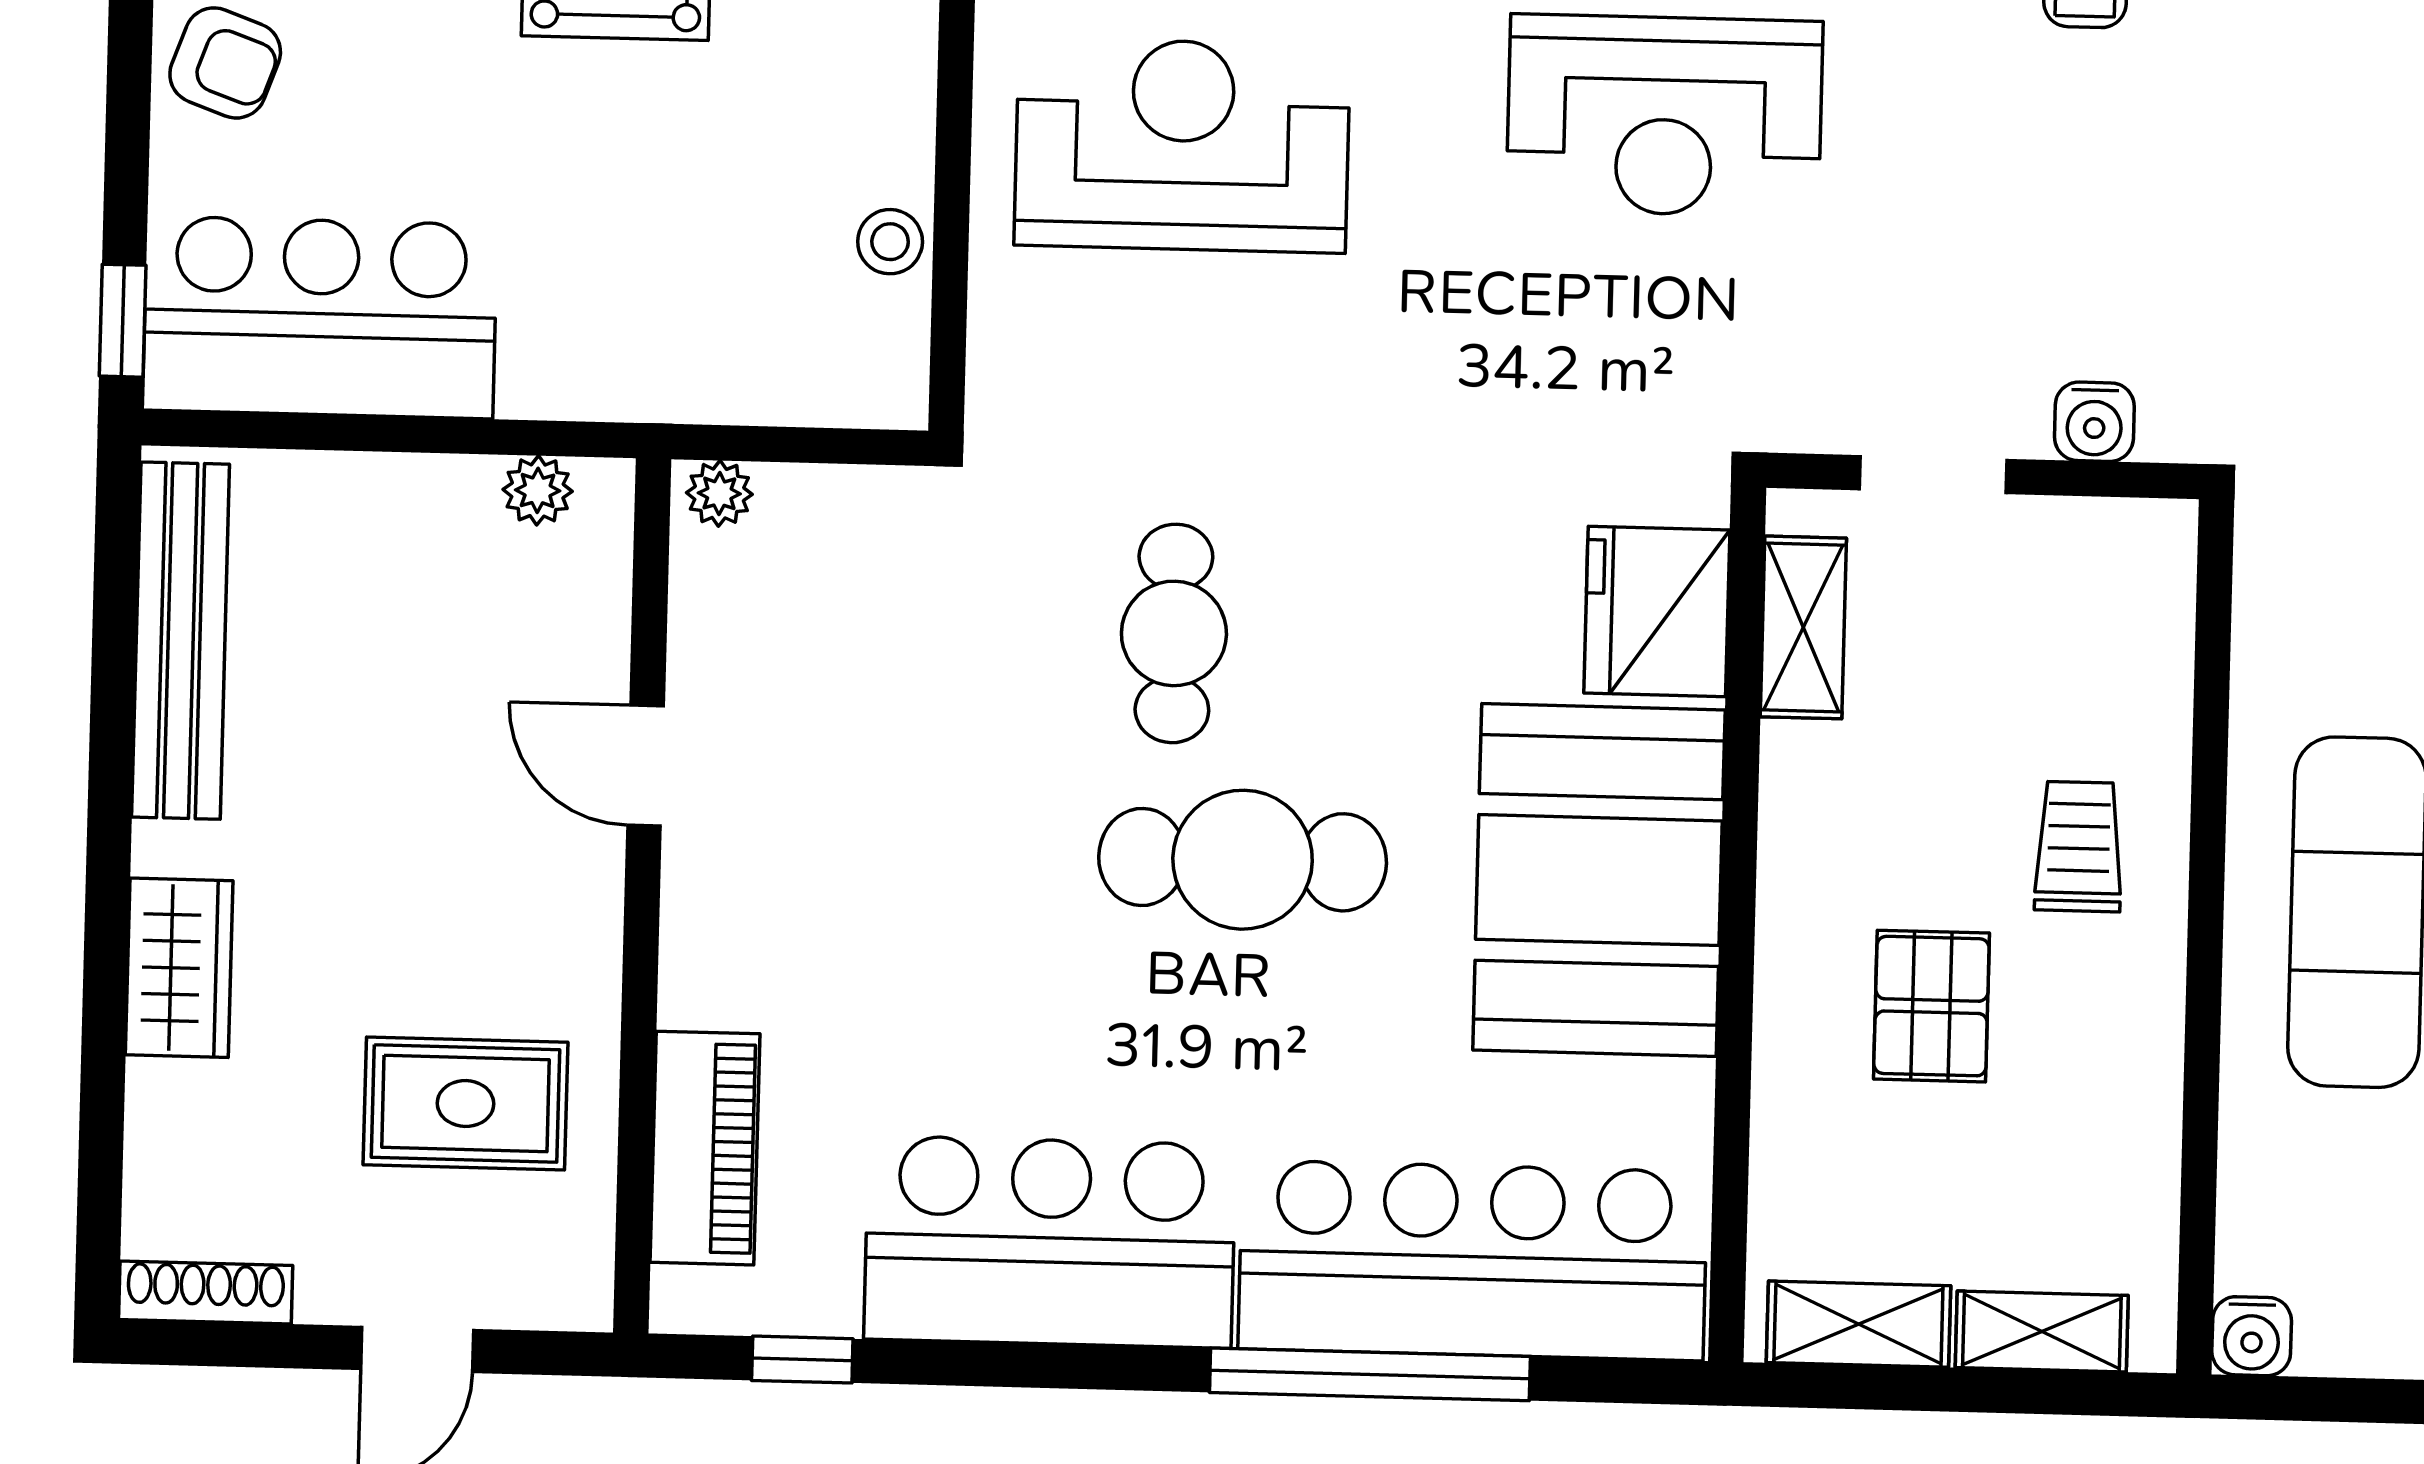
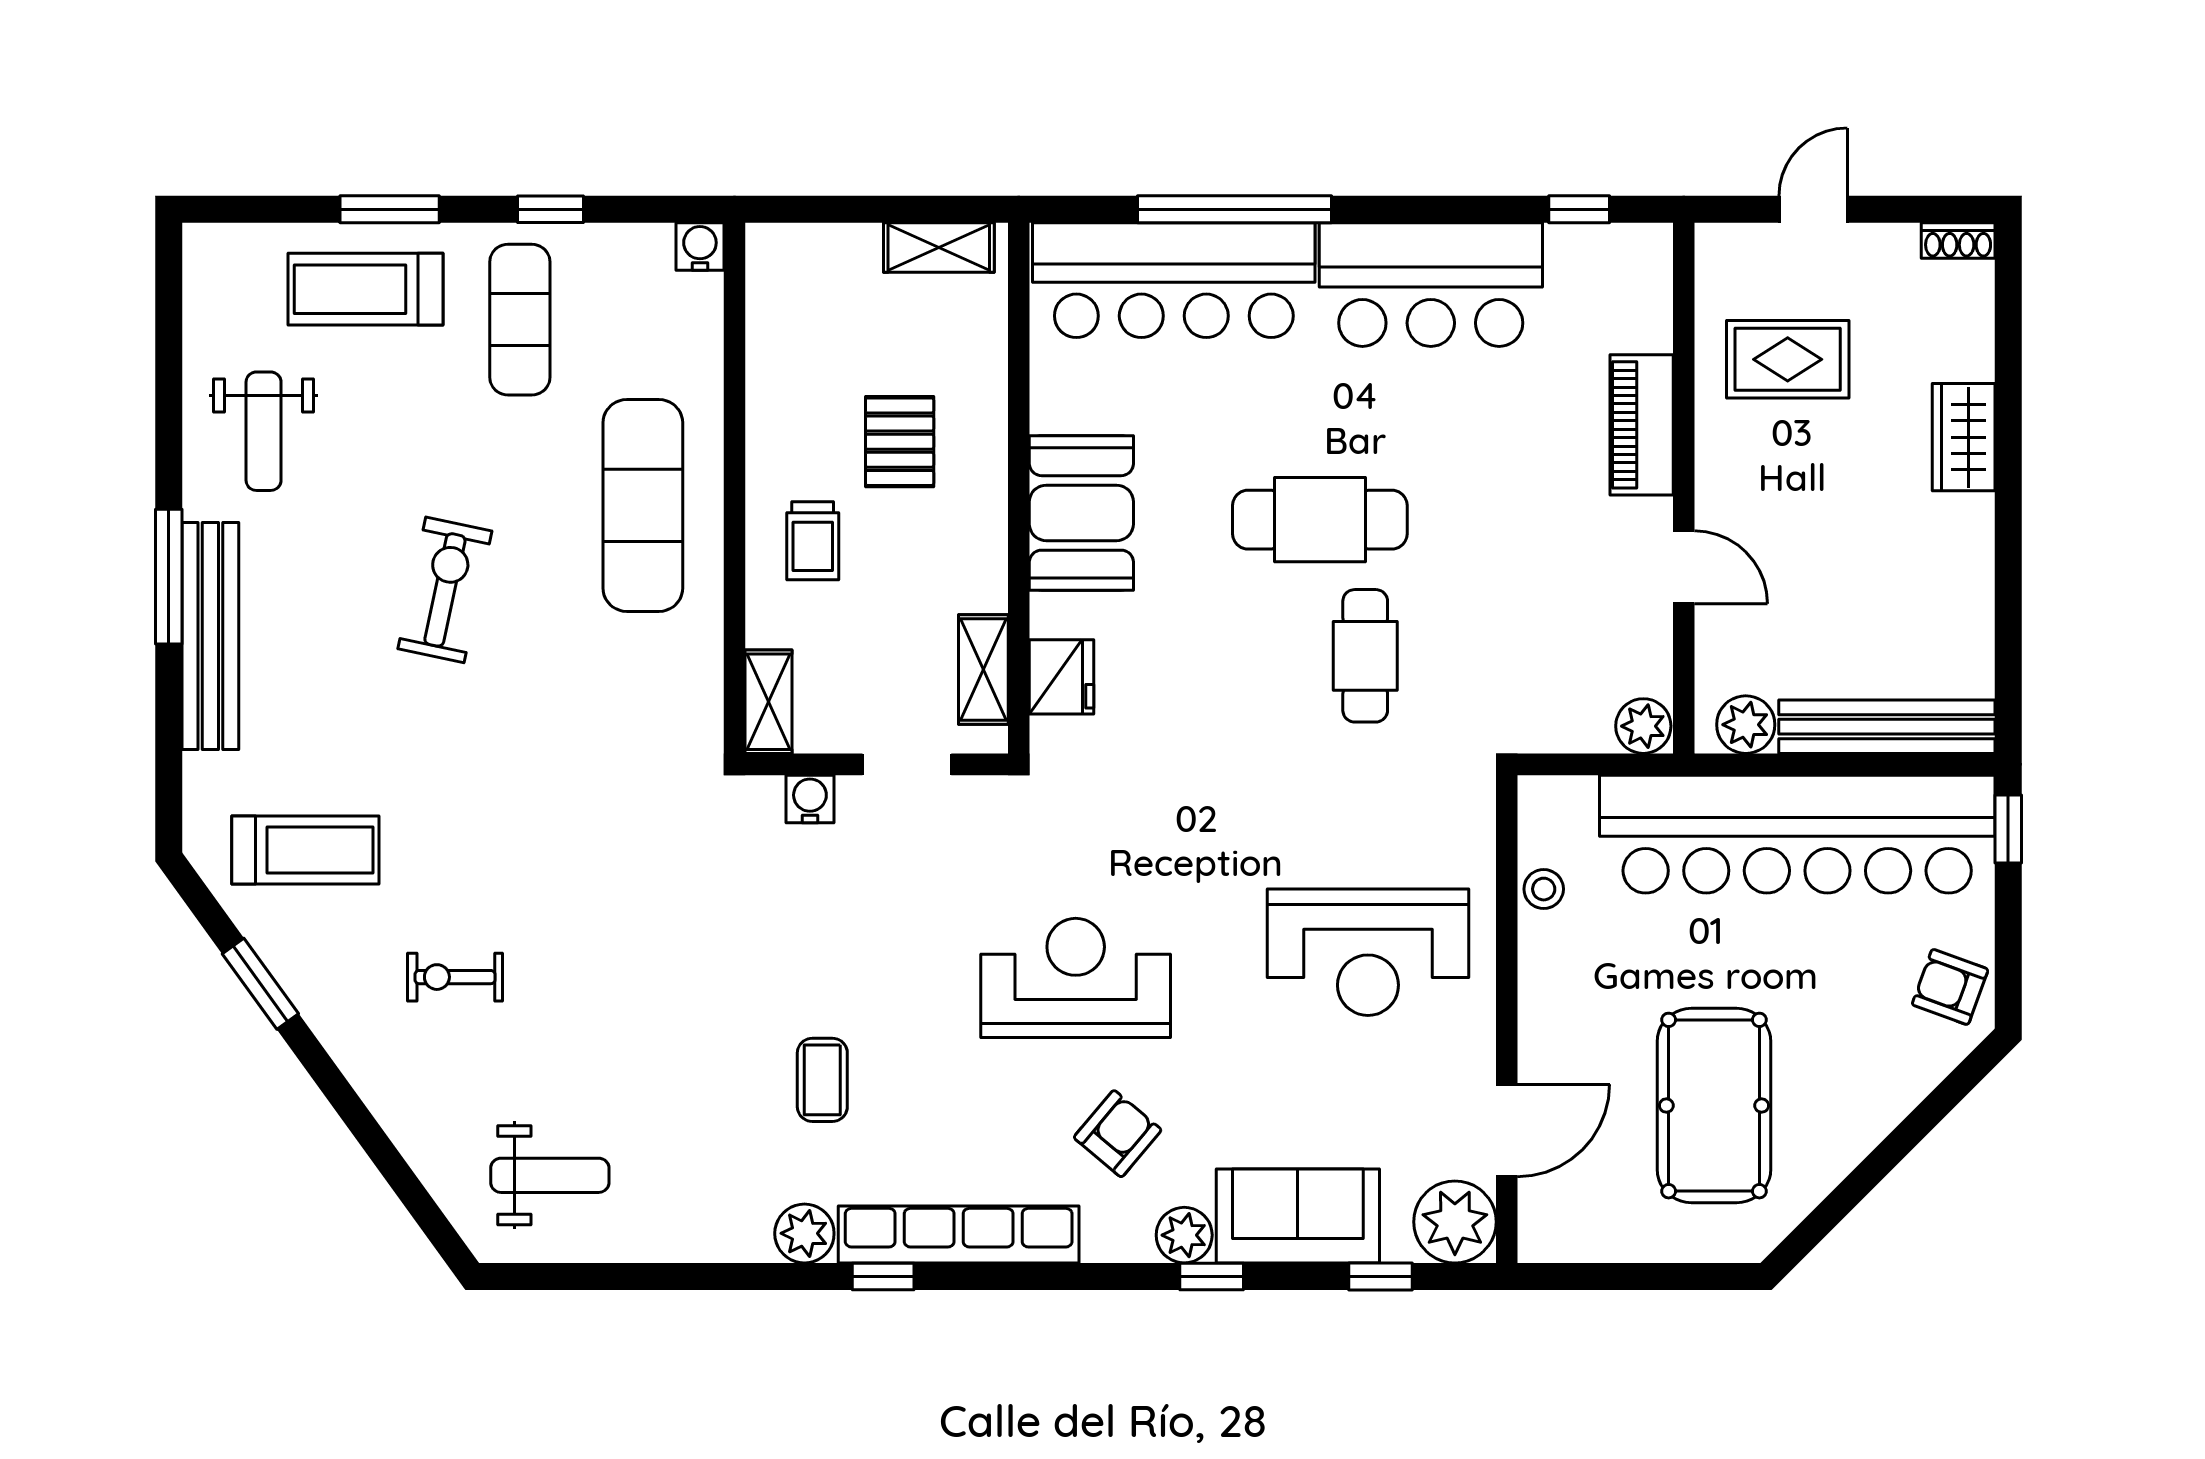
bar counter: (320, 317) -> (1797, 834), width x1.86
plant: (538, 490) -> (1746, 725), width x1.38, depth x1.38
plant: (719, 493) -> (1643, 726), width x1.38, depth x1.38
fridge: (1657, 611) -> (1062, 677), width x0.73, depth x0.75
bench: (181, 641) -> (1887, 727), moved, turned 90
booth: (1599, 880) -> (1081, 513), width x0.73, depth x0.70
piano: (705, 1148) -> (1642, 425), moved
shoe rack: (206, 1292) -> (1958, 240), width x0.70
shelving: (2042, 1331) -> (769, 702), moved, turned 90

